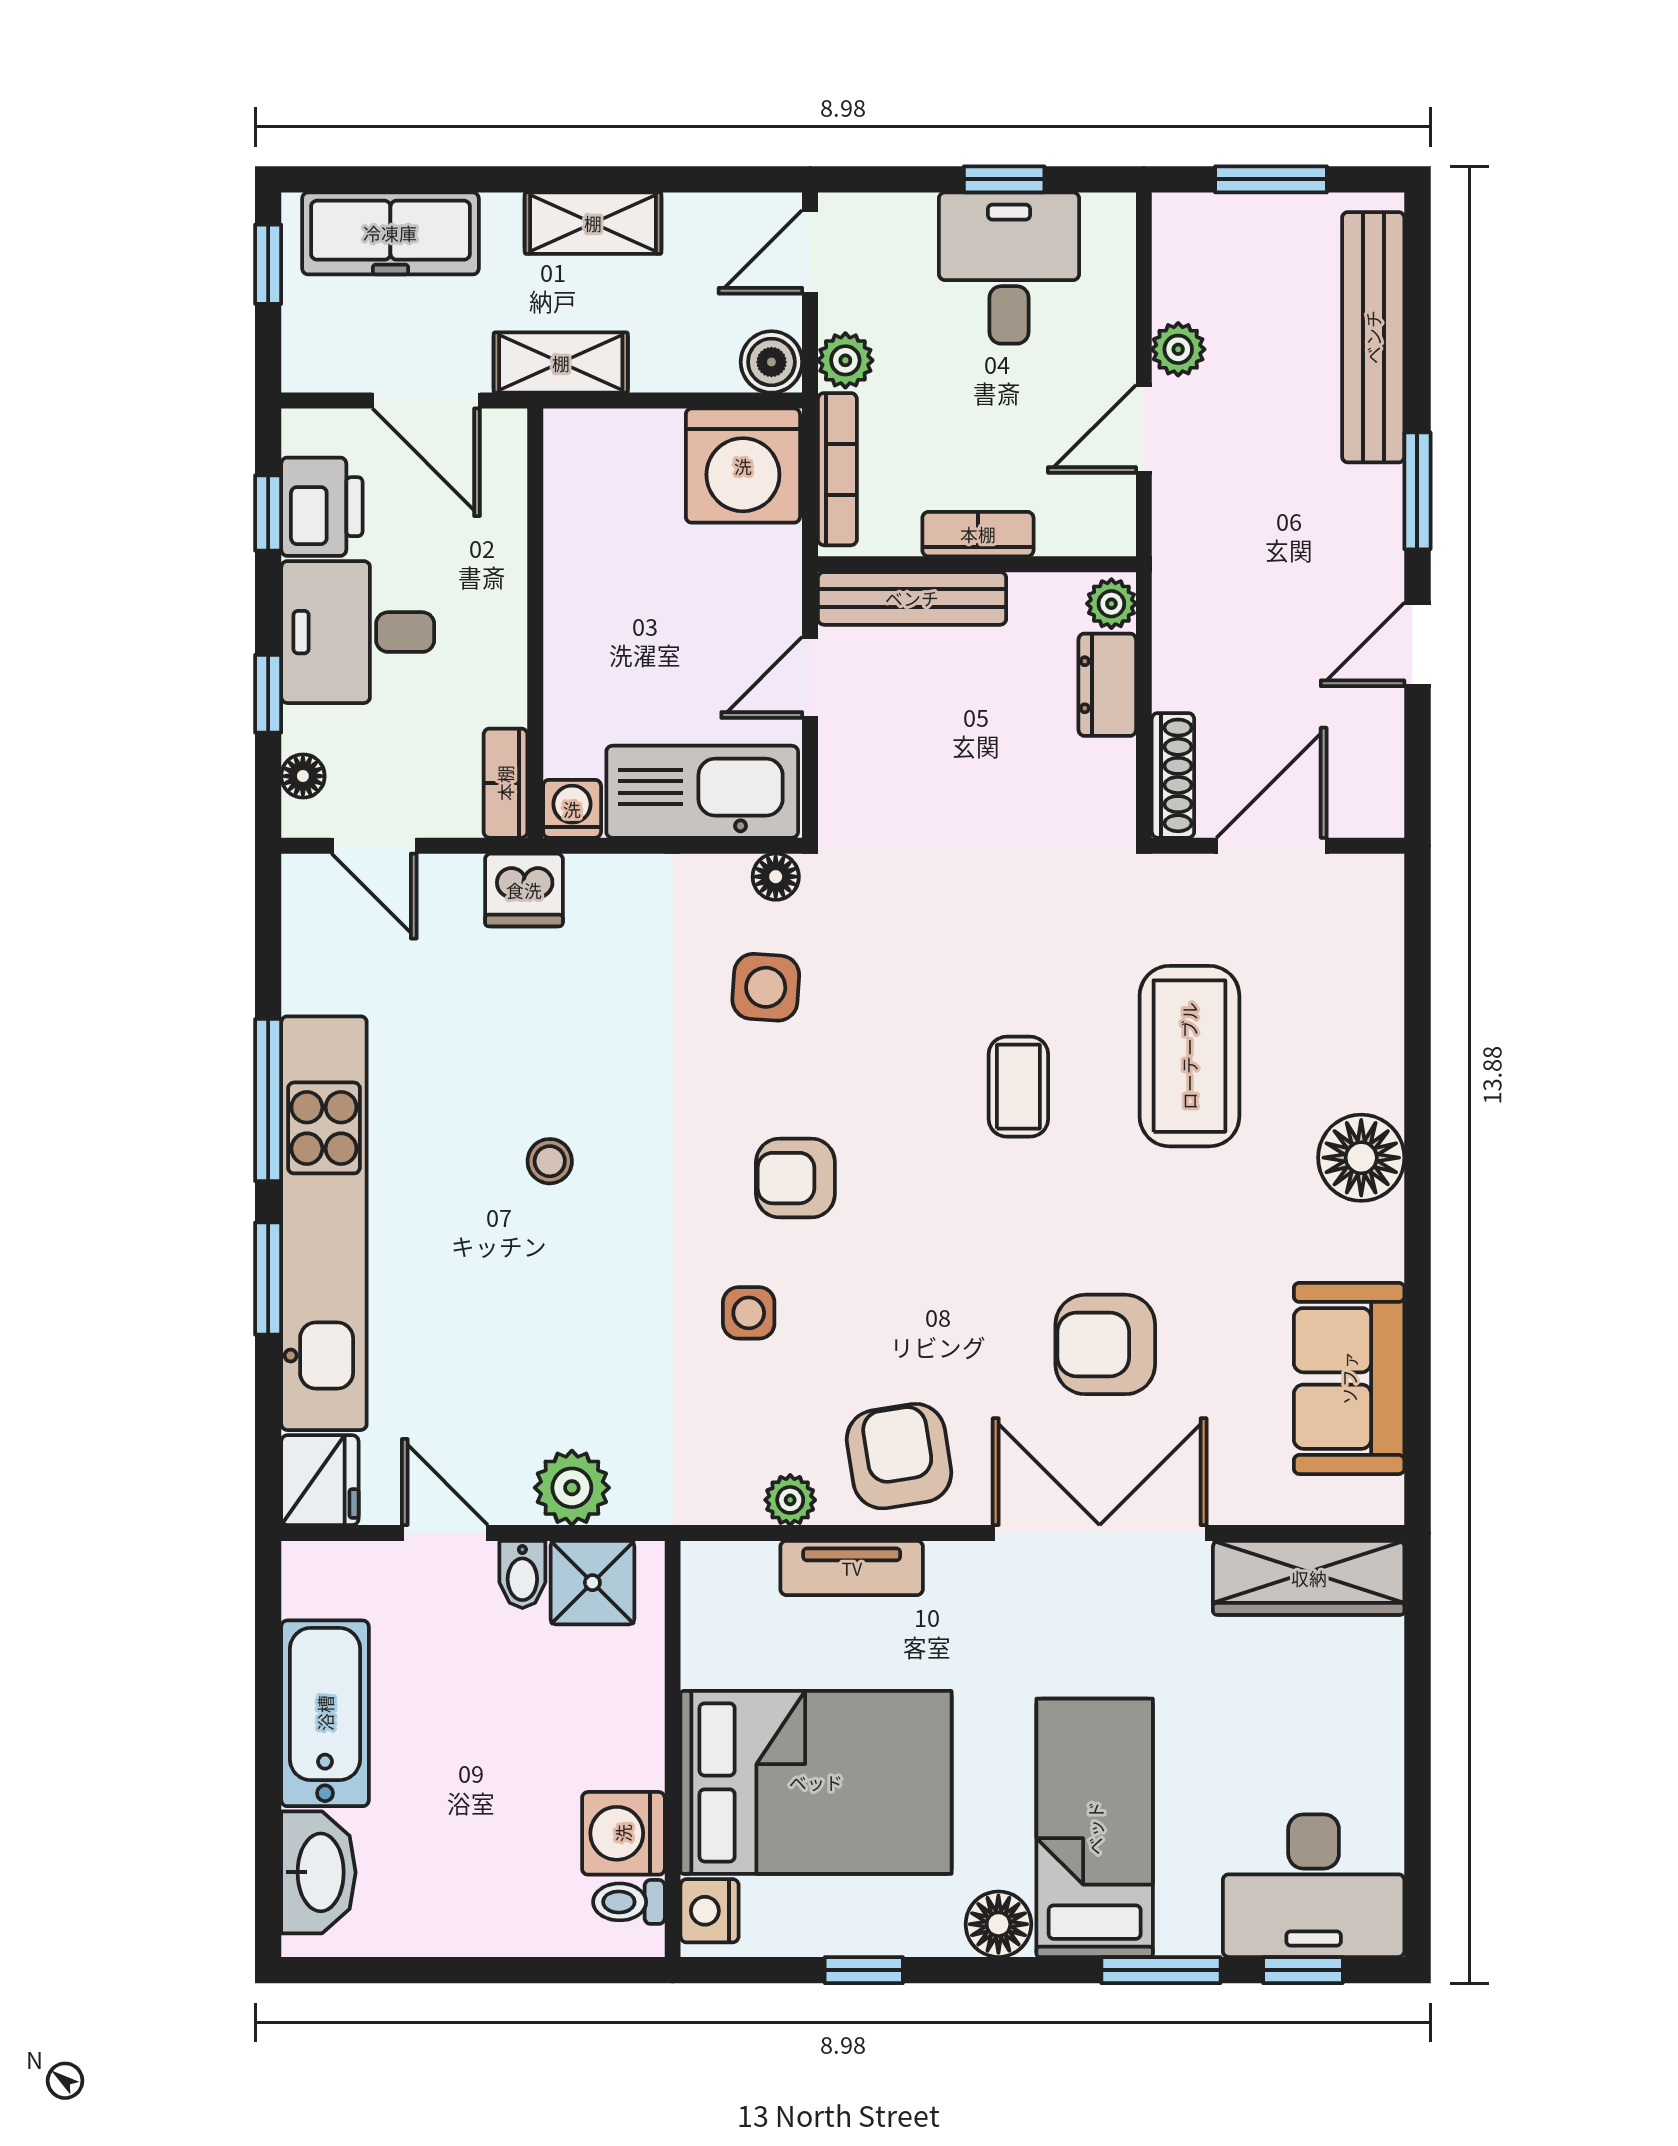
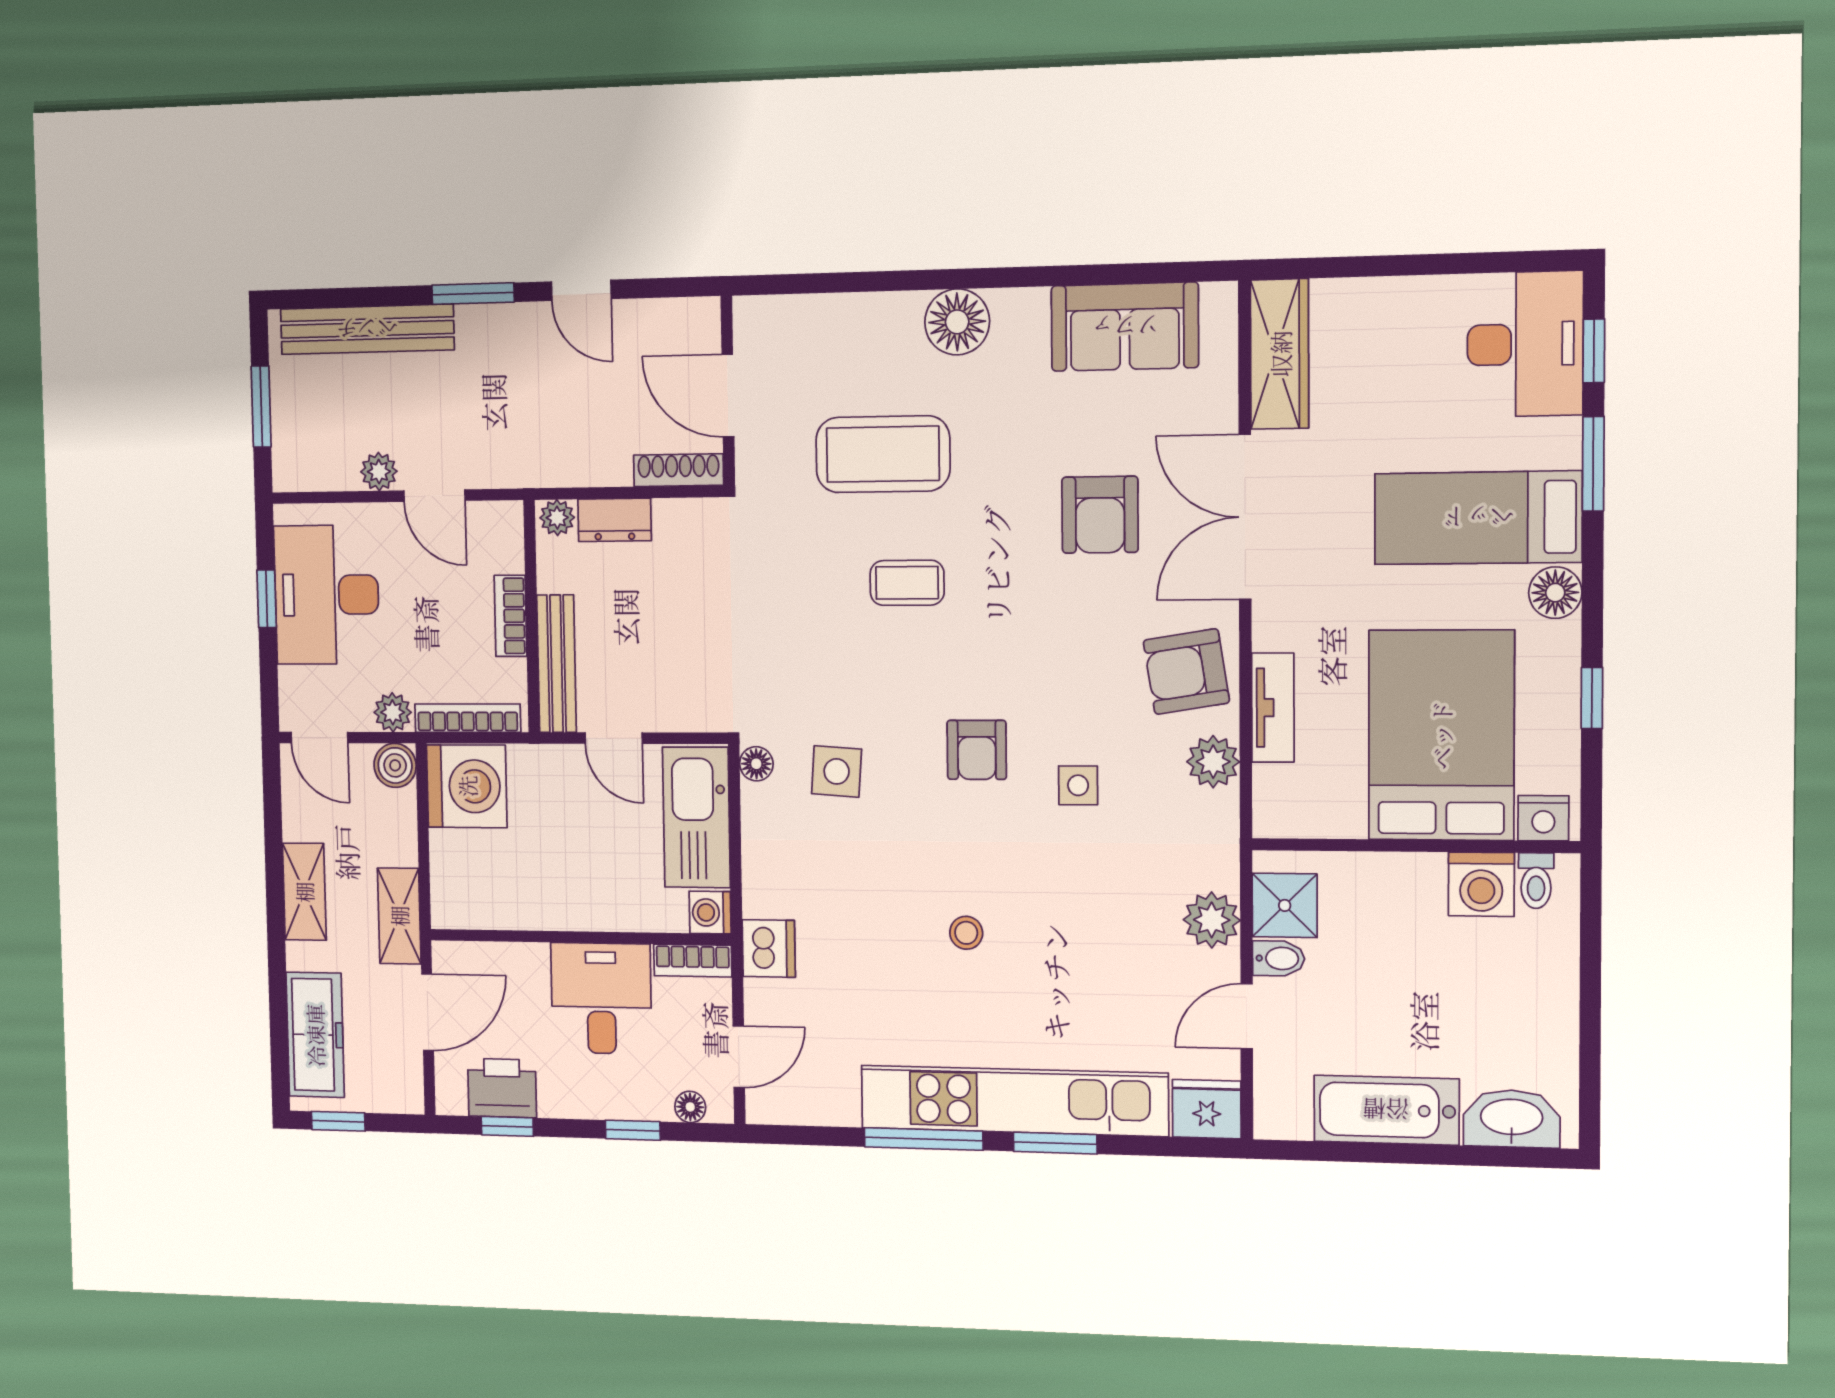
desk: (1009, 268) -> (327, 595), width x1.37
desk: (358, 632) -> (601, 998), moved, turned 180
plant: (790, 1500) -> (1213, 762), width x1.38, depth x1.38

